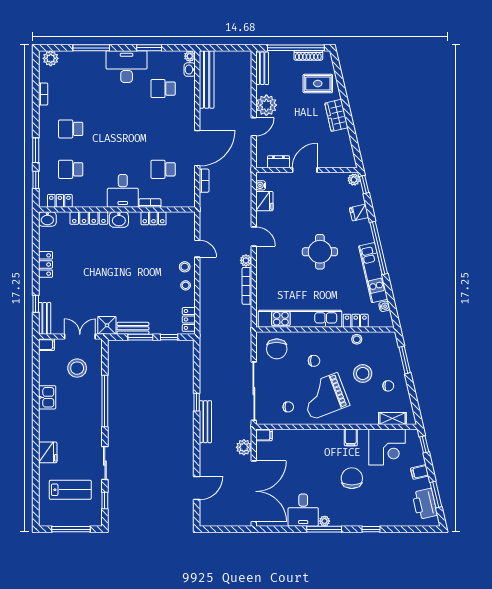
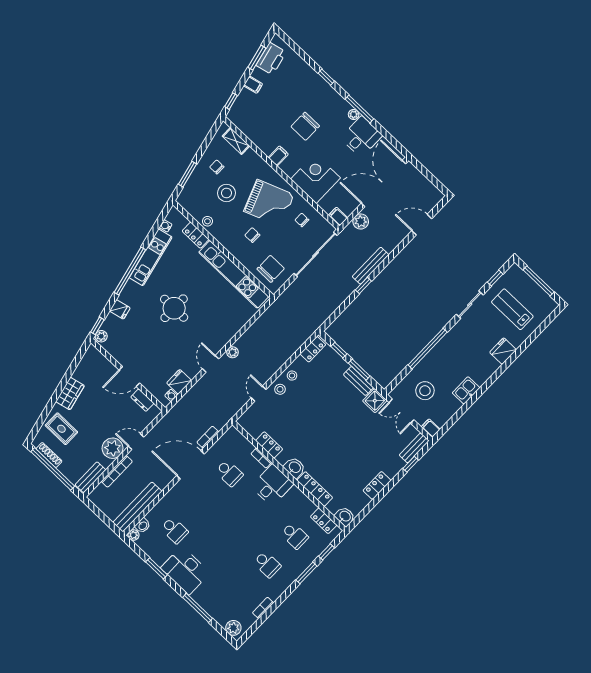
bookcase: (247, 286) -> (117, 471), moved
corner desk: (387, 447) -> (316, 178), moved

